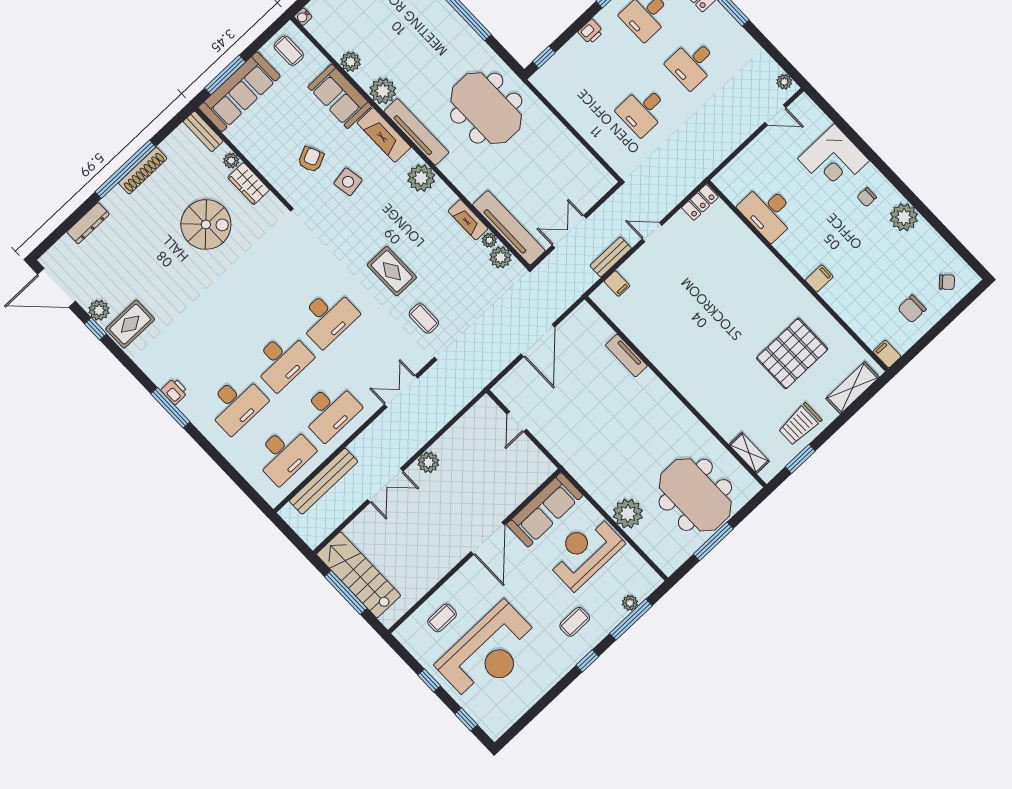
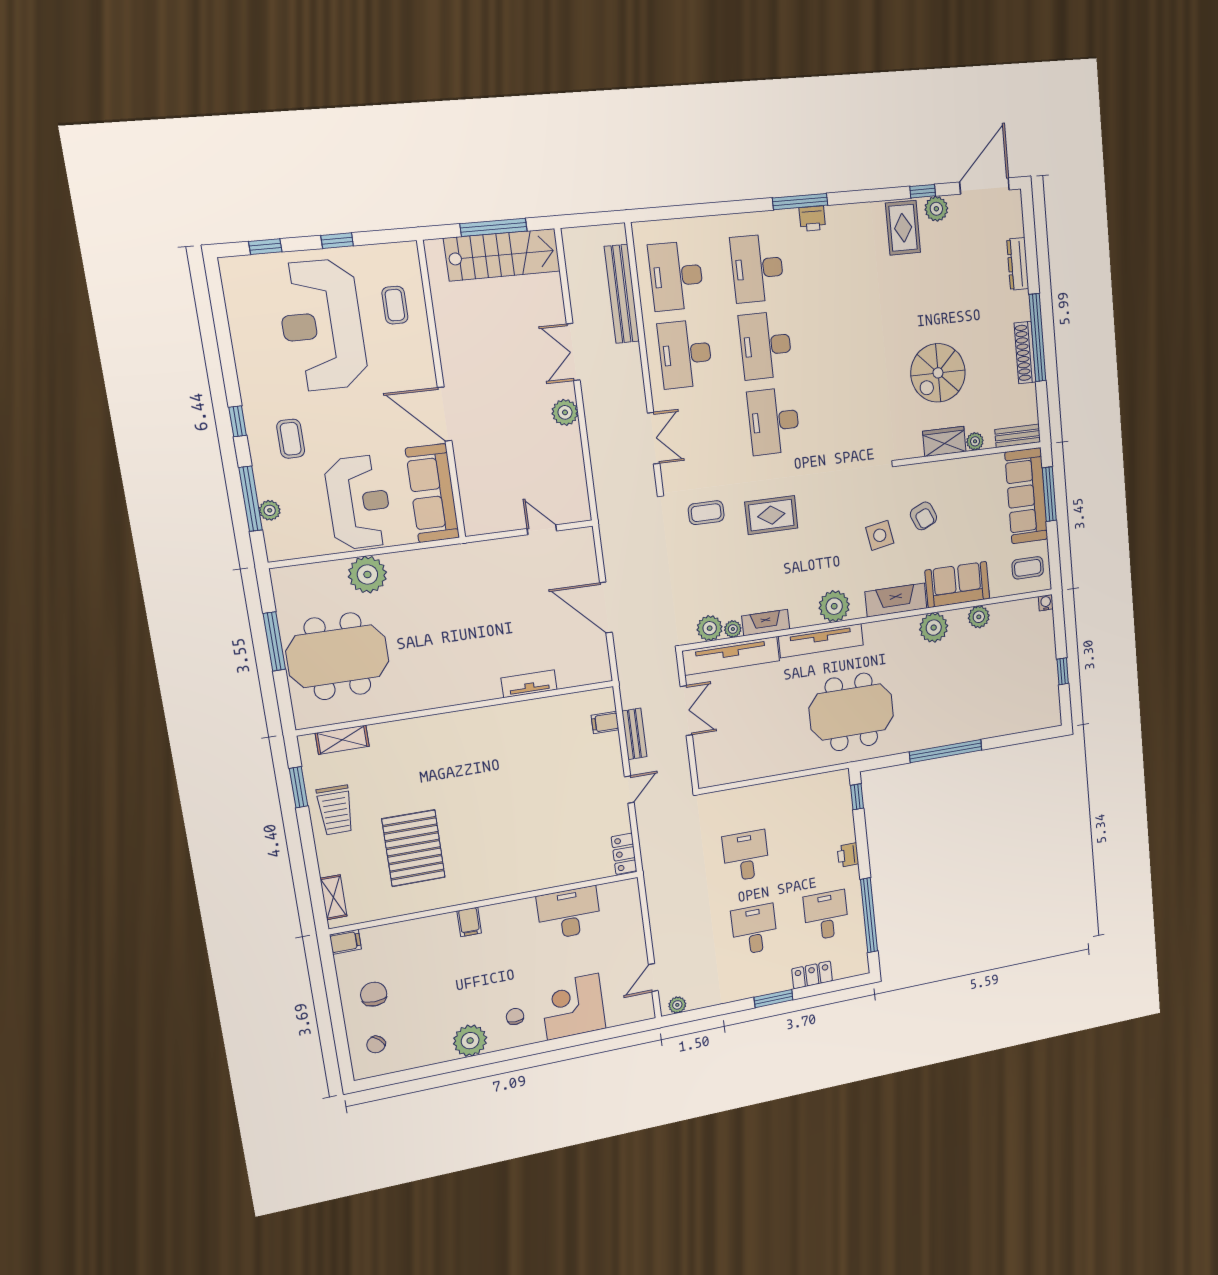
tv unit: (416, 132) -> (821, 641), moved
shelving: (853, 388) -> (334, 897), width x0.67, depth x0.75
trolley: (800, 424) -> (335, 810), turned 180

